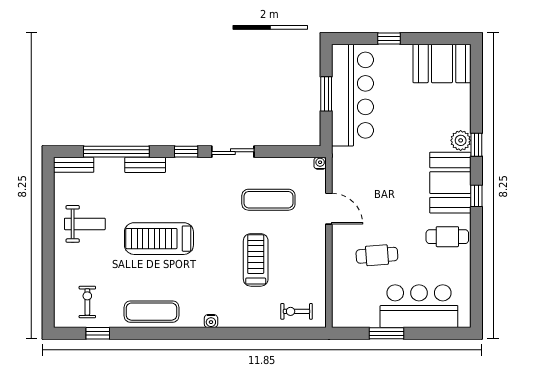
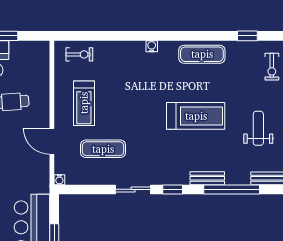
weight bench: (85, 224) -> (258, 128), turned 90
treadmill: (256, 260) -> (84, 103), moved
exercise bike: (87, 302) -> (272, 67), moved

